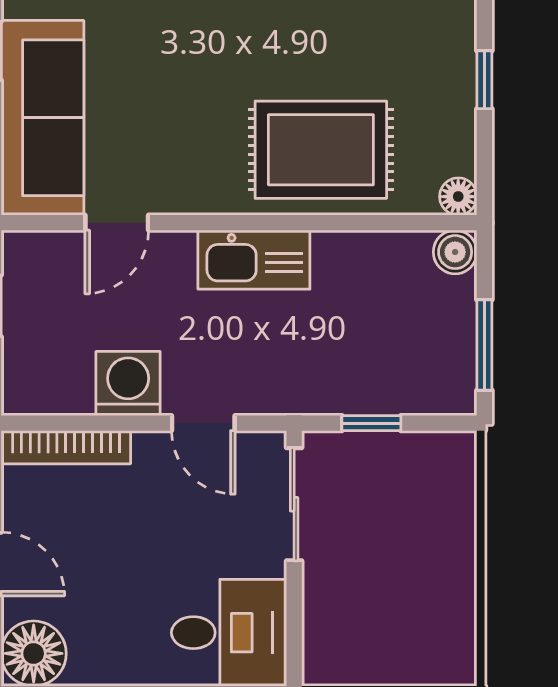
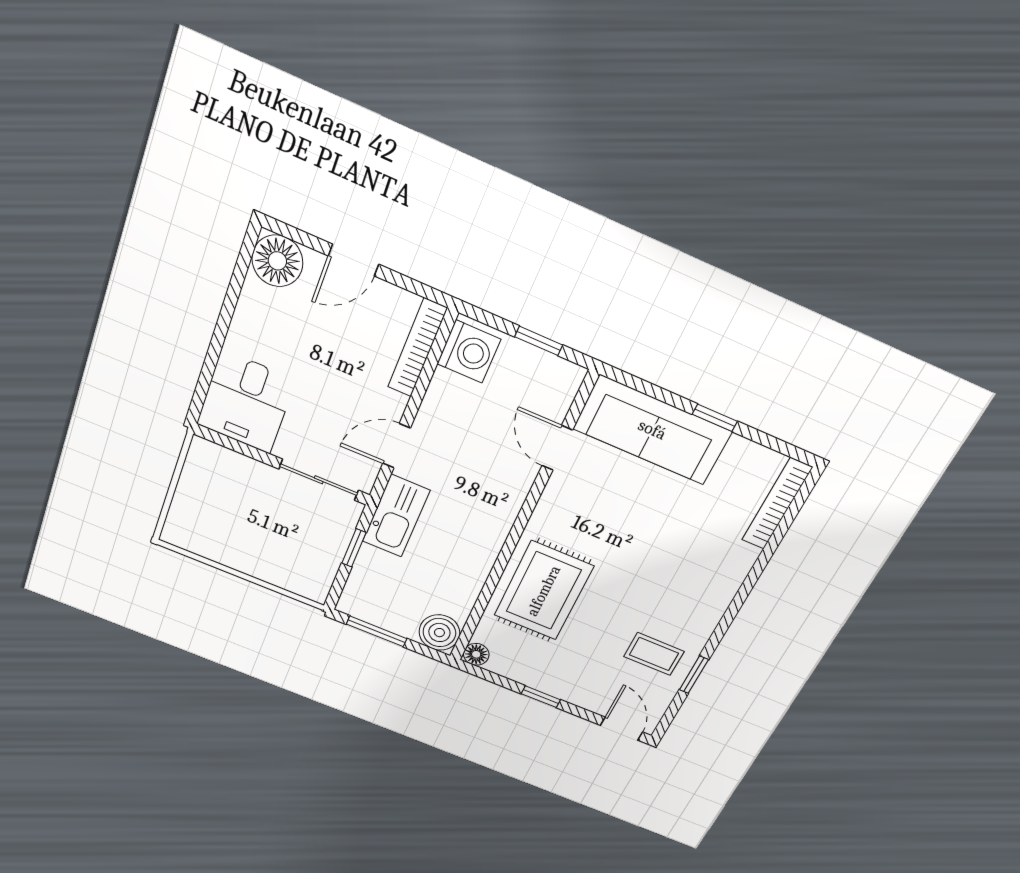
boiler: (455, 252) -> (439, 633), width x1.36, depth x1.36
kitchen sink: (254, 260) -> (396, 516), moved, turned 180
washing machine: (128, 383) -> (469, 352), moved

